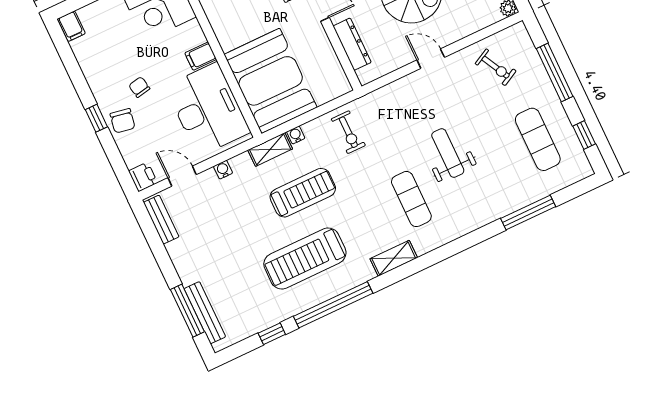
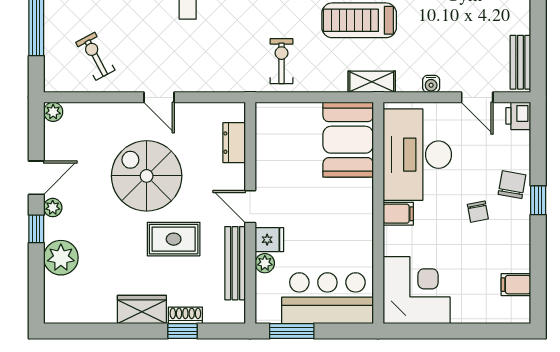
filing cabinet: (71, 26) -> (516, 285), moved, turned -90
dresser: (352, 44) -> (234, 143), width x0.70
booth: (271, 81) -> (348, 140), width x0.73, depth x0.70
water cooler: (296, 135) -> (338, 84), removed

